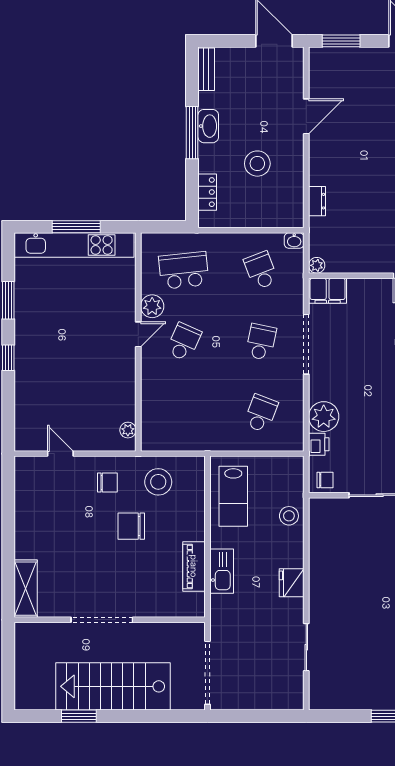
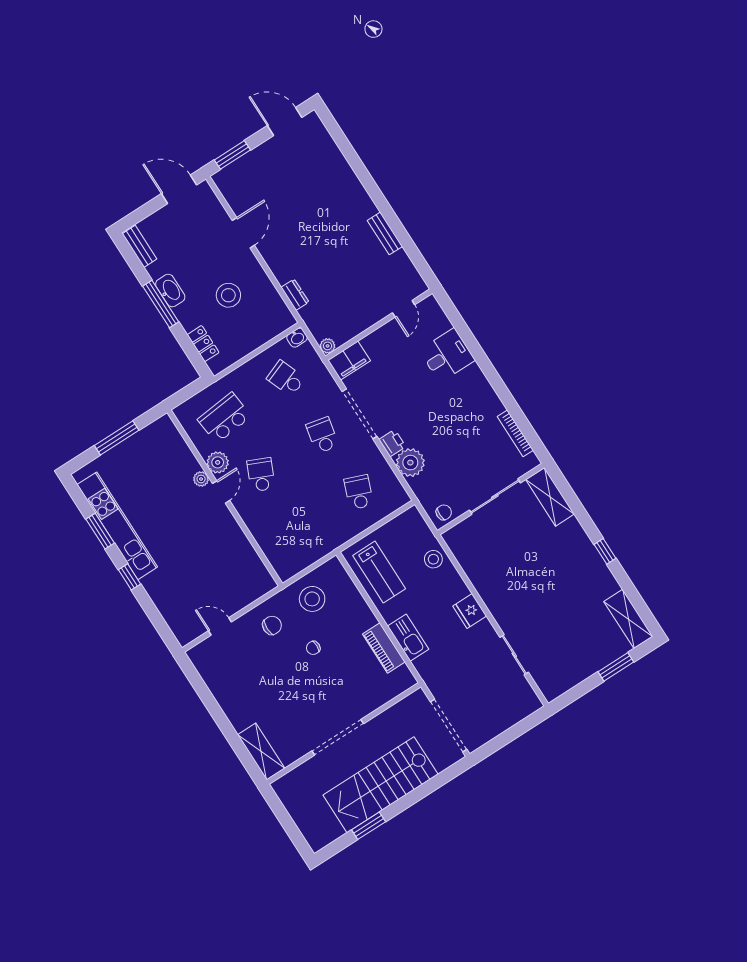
kitchen unit: (74, 245) -> (117, 526), moved, turned -90
plant: (128, 430) -> (201, 479), moved
printer: (319, 444) -> (392, 443), moved
chair: (131, 526) -> (313, 648), width x0.54, depth x0.54

